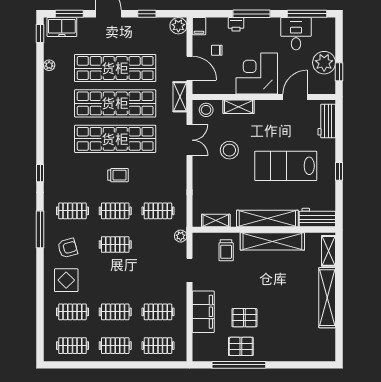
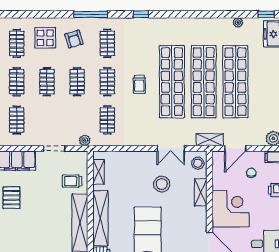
clothes rail: (115, 278) -> (47, 82), added

